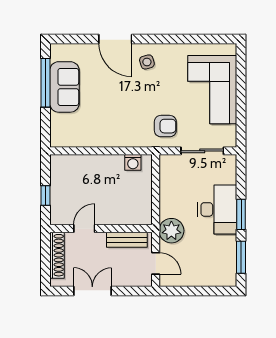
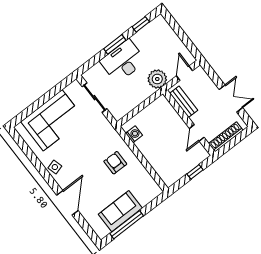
side table: (147, 62) -> (55, 167), moved
armchair: (165, 126) -> (115, 163), moved
door: (84, 229) -> (197, 133), hinge flipped
window: (241, 257) -> (141, 24), width x0.67
double door: (92, 291) -> (231, 99), swing flipped

